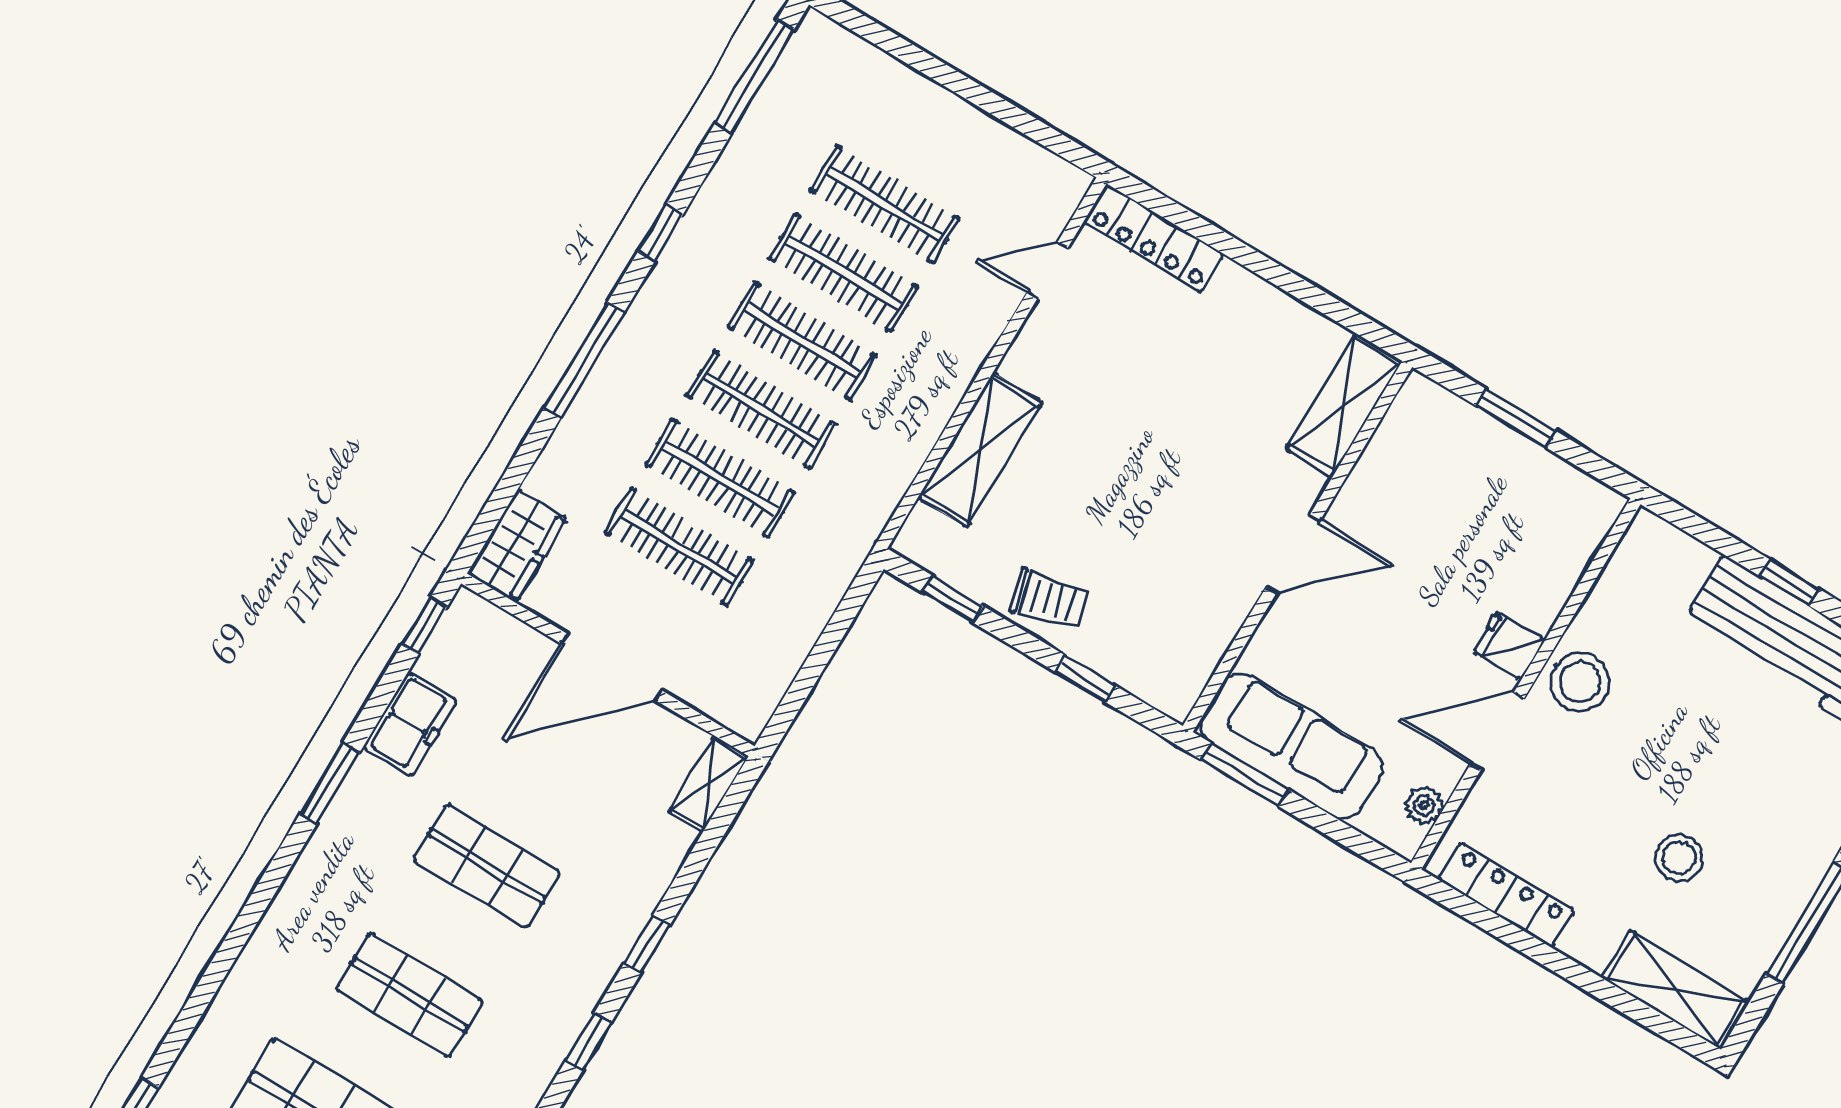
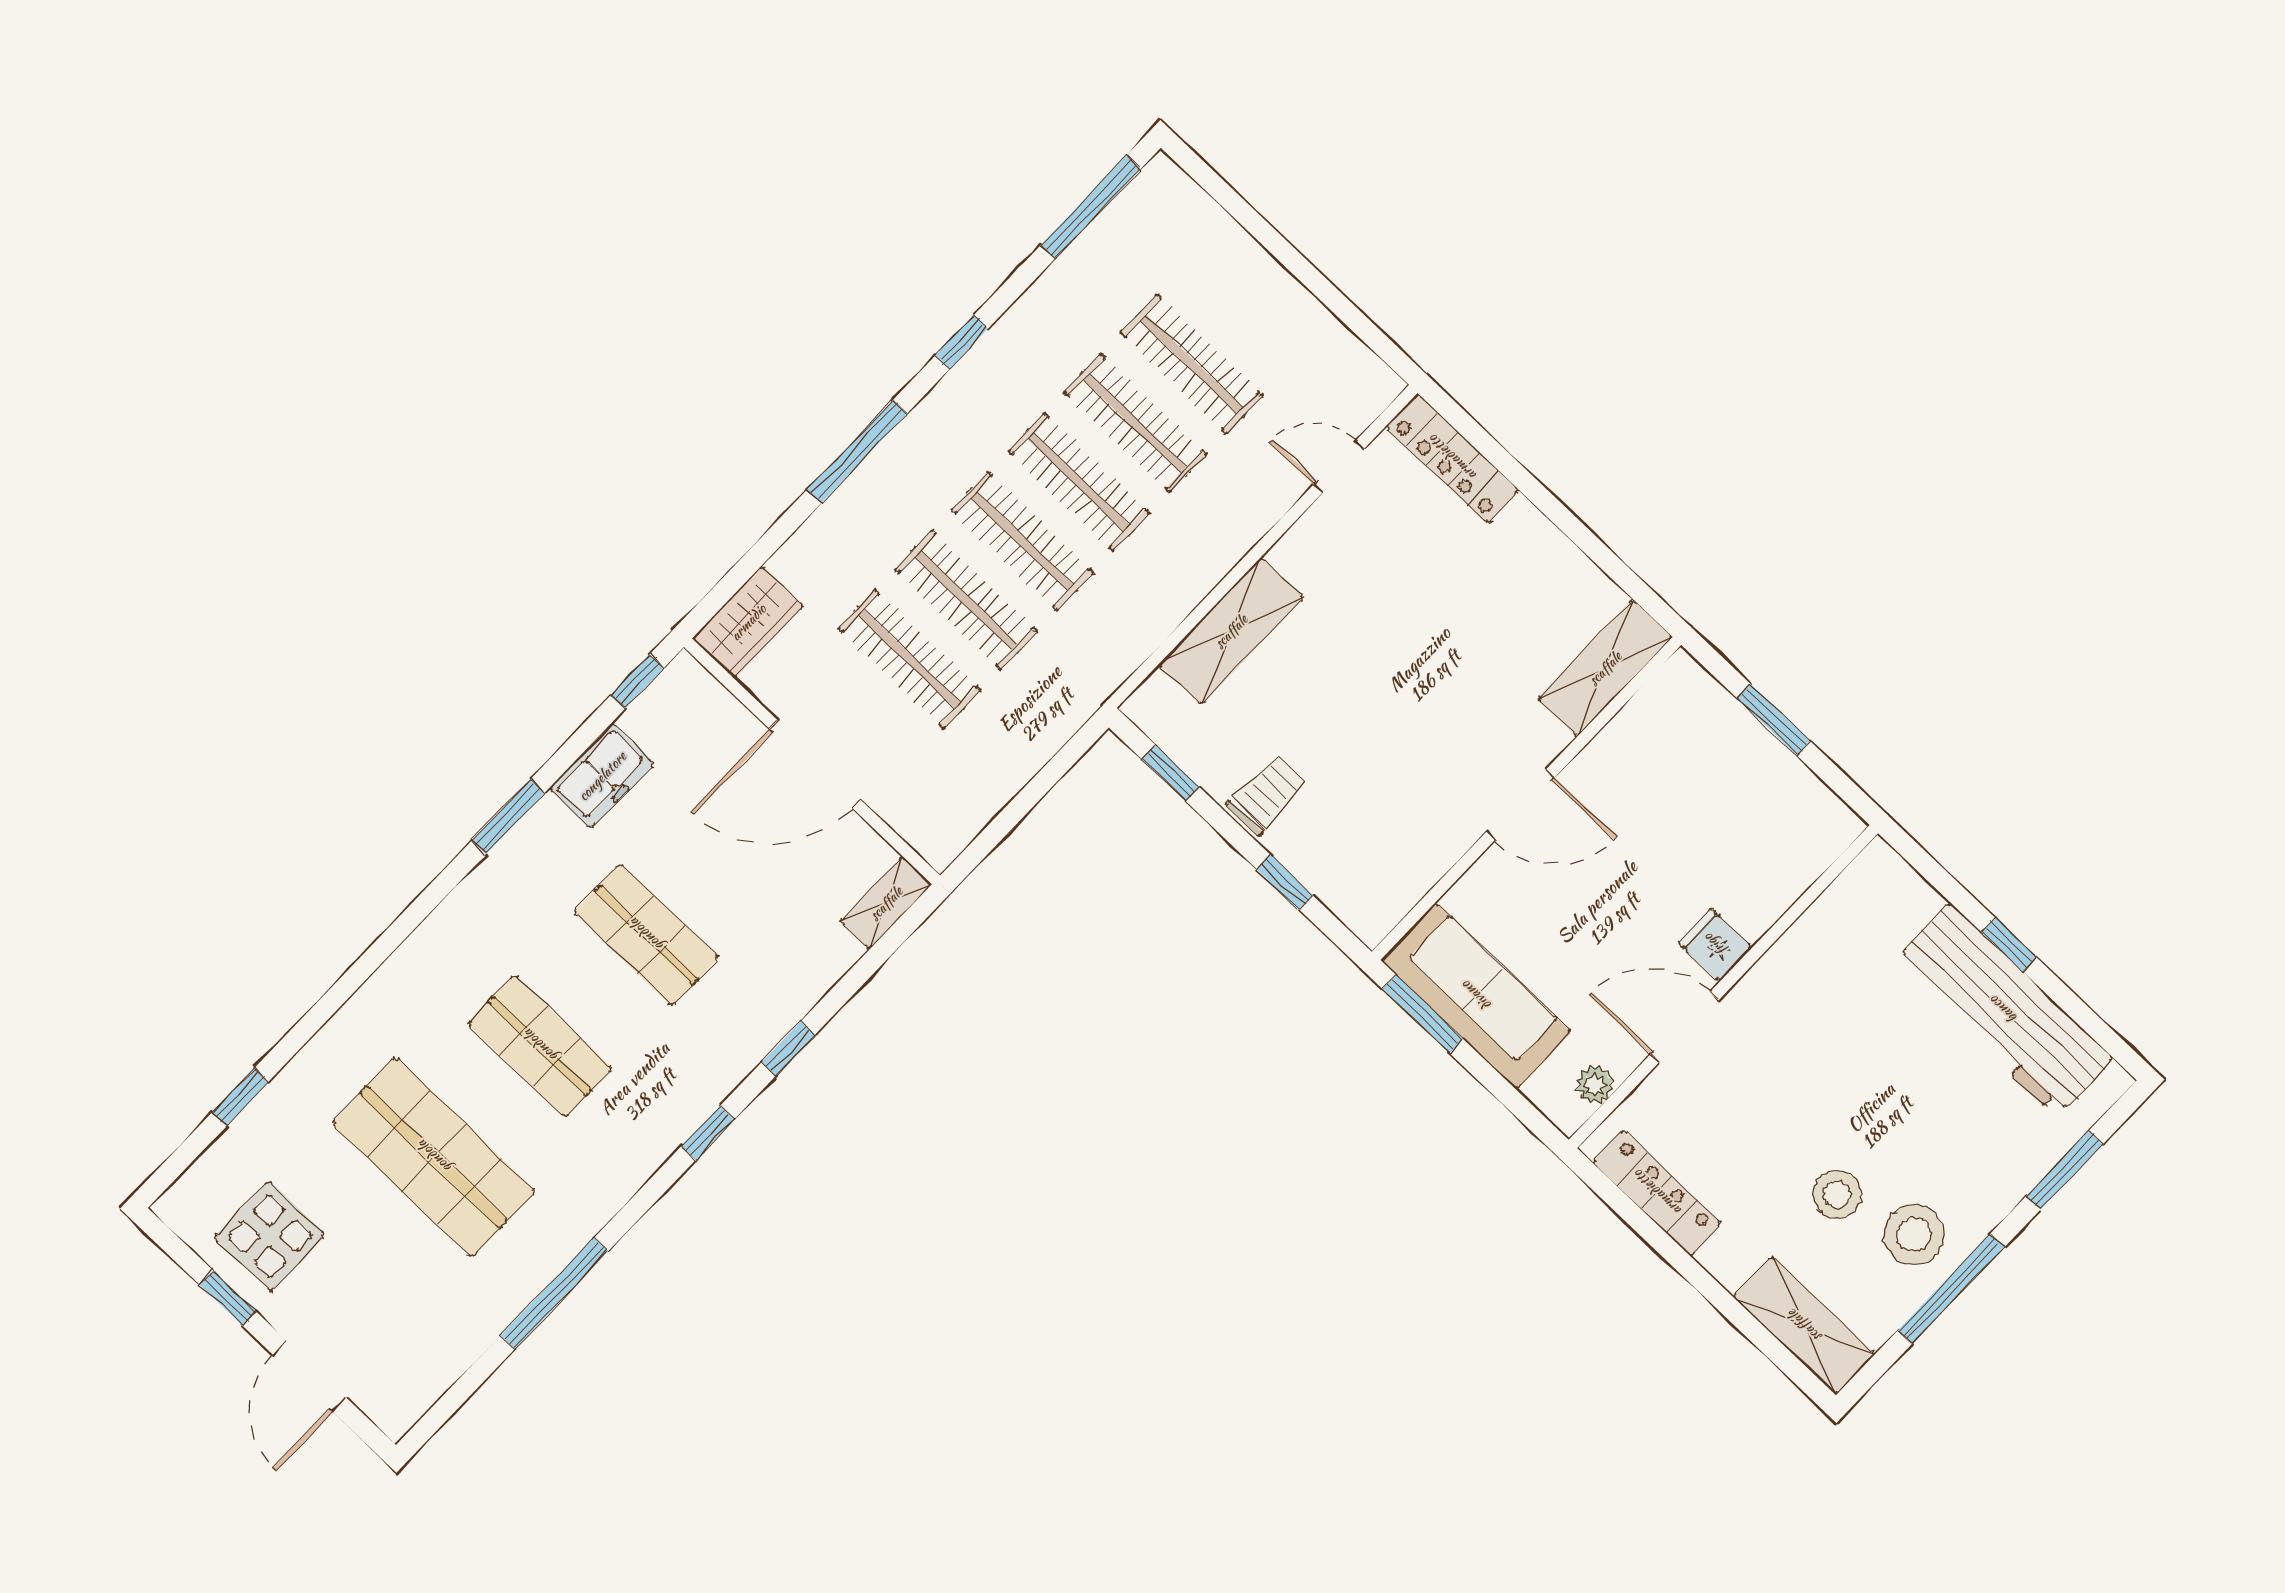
trolley: (1049, 599) -> (1267, 795), turned -75
stool: (1580, 682) -> (1914, 1234), moved

